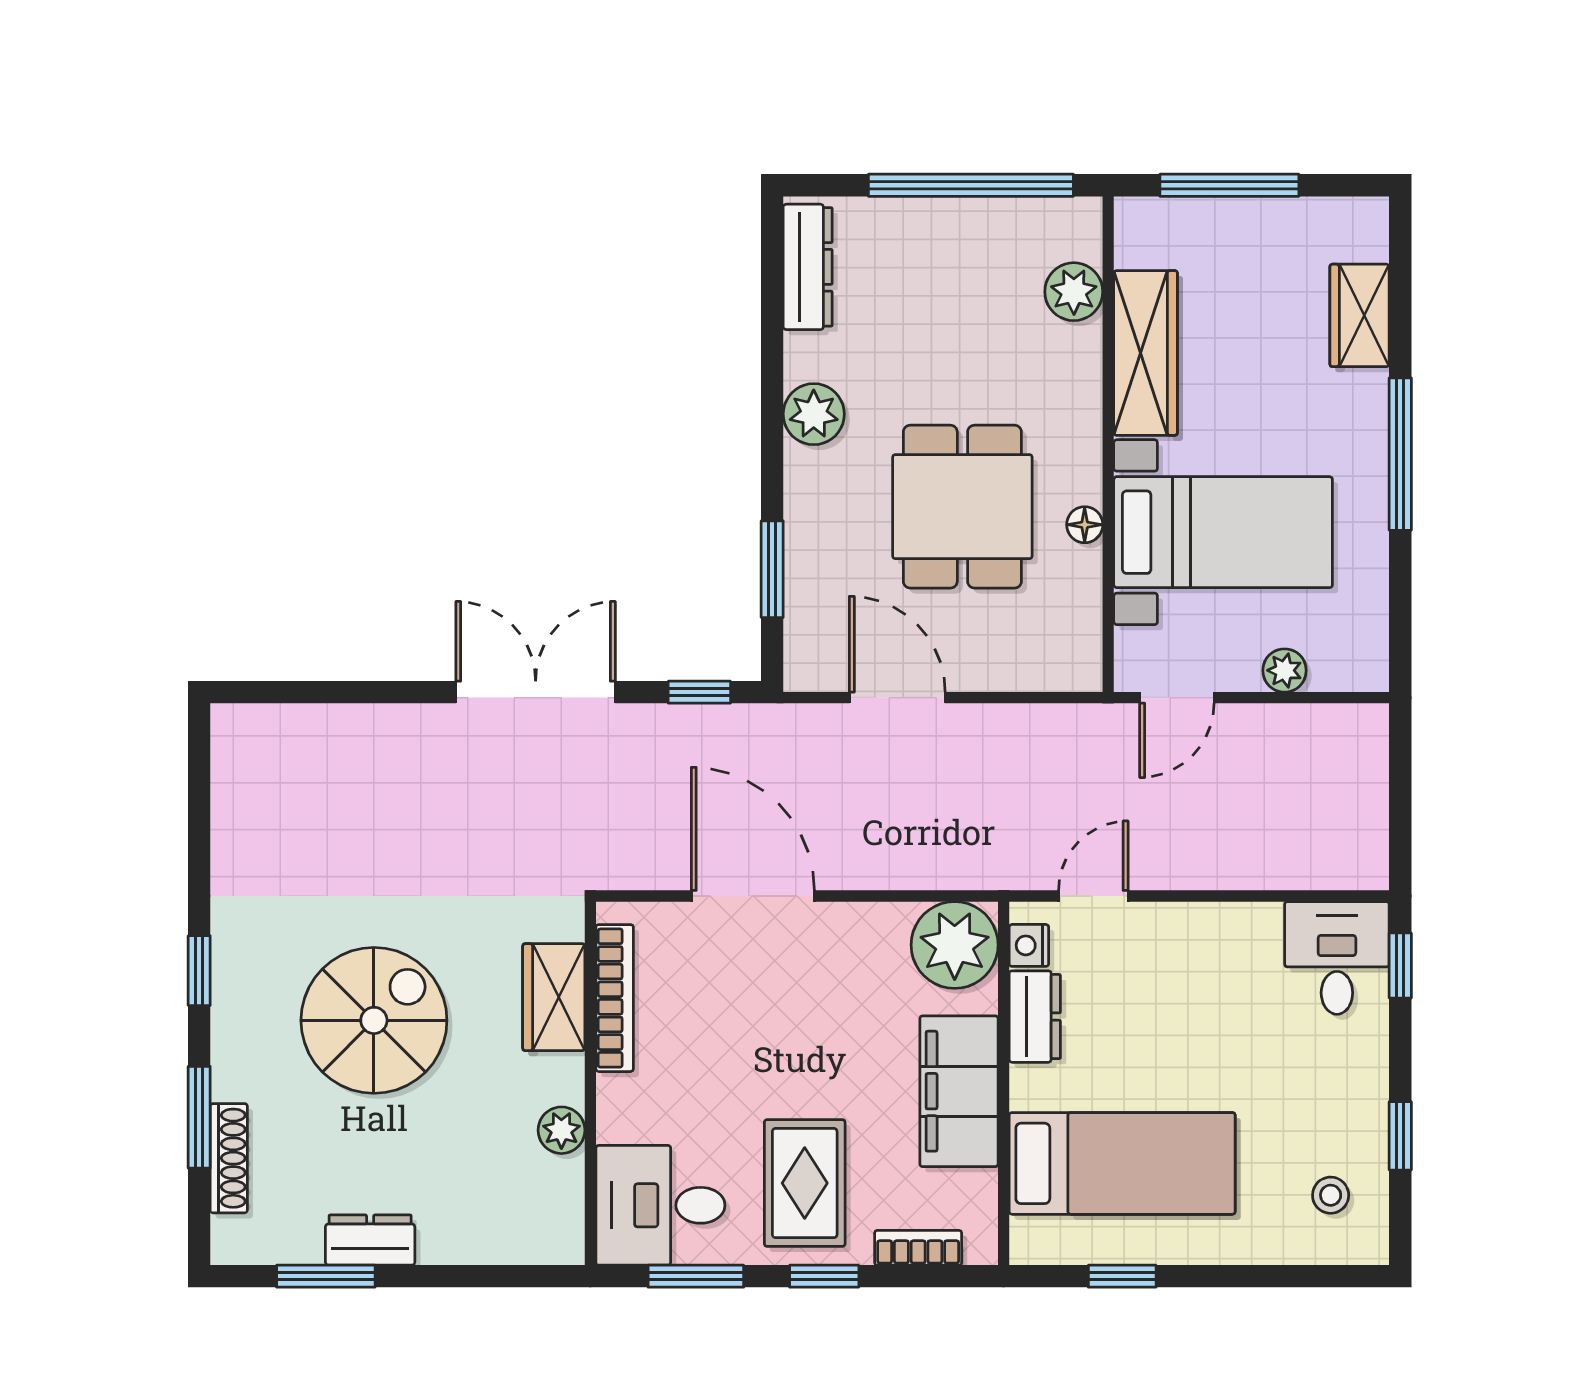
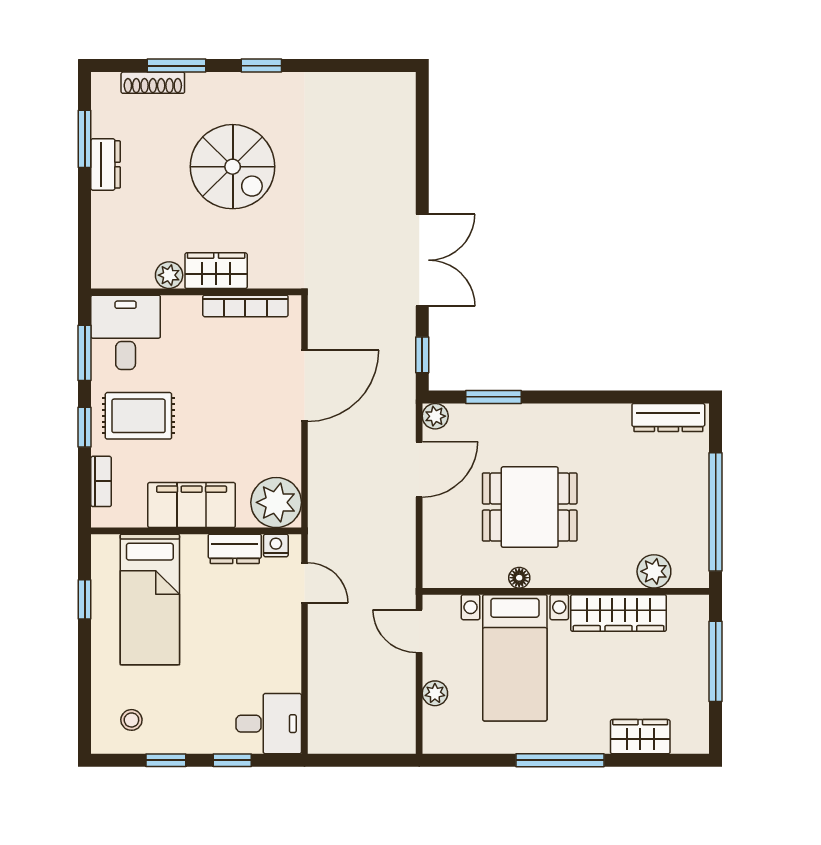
plant: (814, 414) -> (435, 416), moved, width x0.73, depth x0.73
window: (1400, 965) -> (232, 760), moved
wardrobe: (554, 997) -> (216, 271), moved

